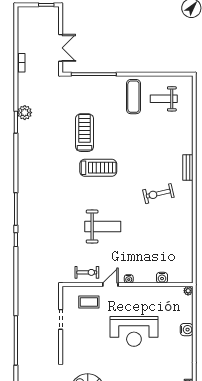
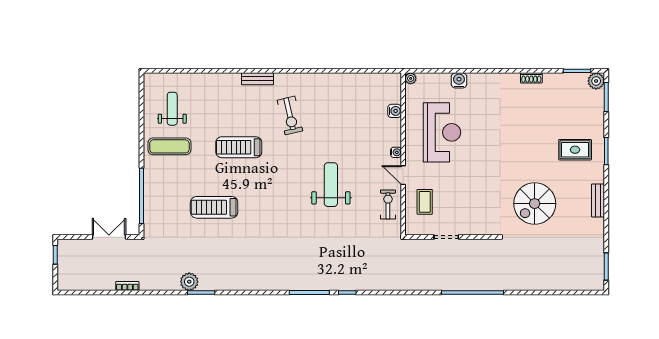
weight bench: (164, 99) -> (172, 109), turned 180
treadmill: (98, 168) -> (239, 147), moved, turned -90
reception desk: (134, 331) -> (442, 132), moved

